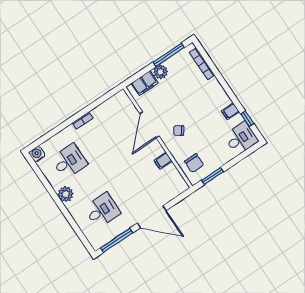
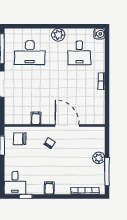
filing cabinet: (145, 83) -> (98, 142), removed
filing cabinet: (230, 111) -> (49, 188), moved
desk: (102, 210) -> (30, 53), width x1.37

